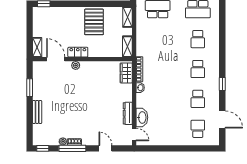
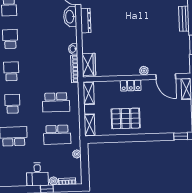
pallet: (94, 22) -> (126, 118), turned 90
school desk: (158, 39) -> (56, 102), added
locker: (78, 52) -> (131, 86), moved

